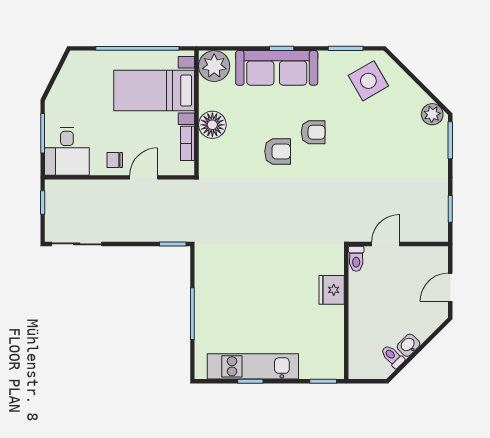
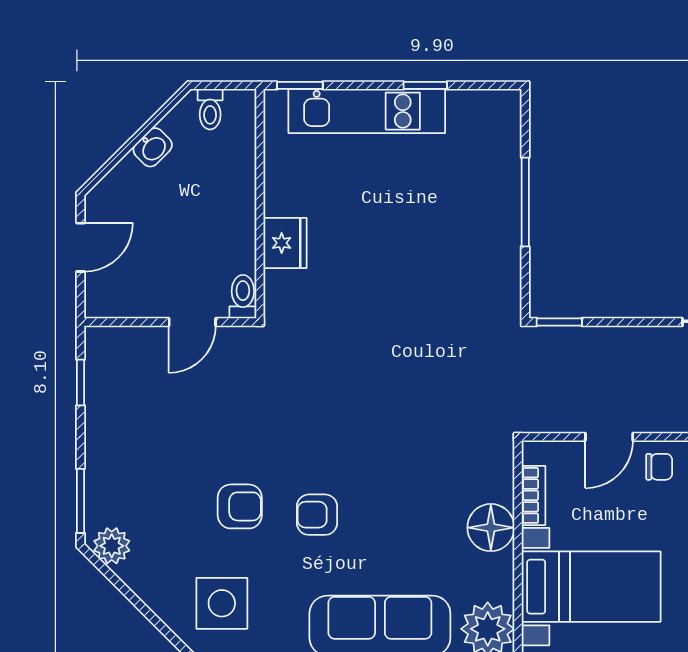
side table: (368, 81) -> (222, 603), turned 30
armchair: (278, 151) -> (240, 506), moved, turned 180
toilet: (393, 356) -> (210, 109), moved, turned 45
kitchen unit: (253, 366) -> (367, 111), moved

